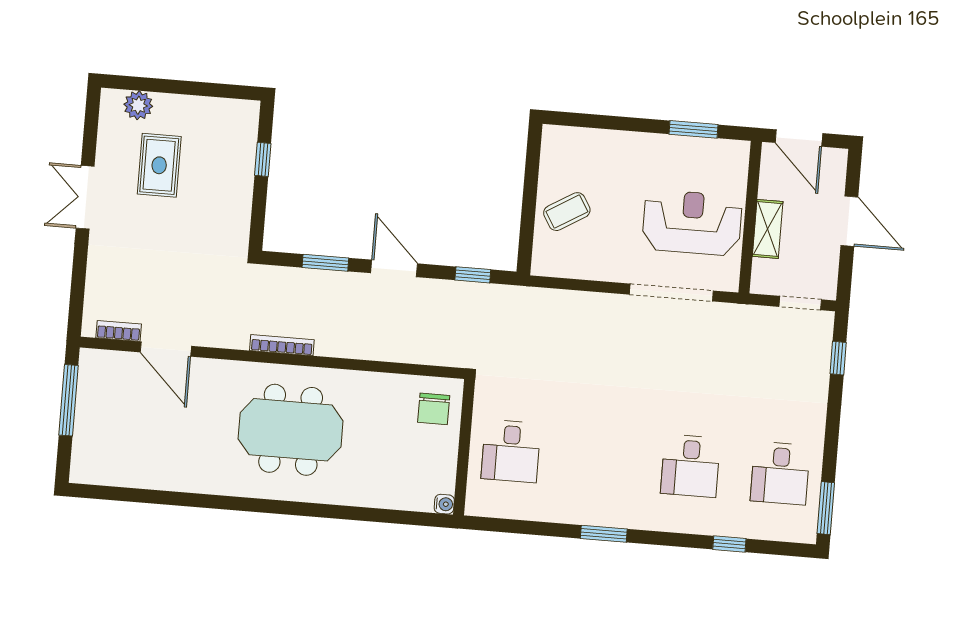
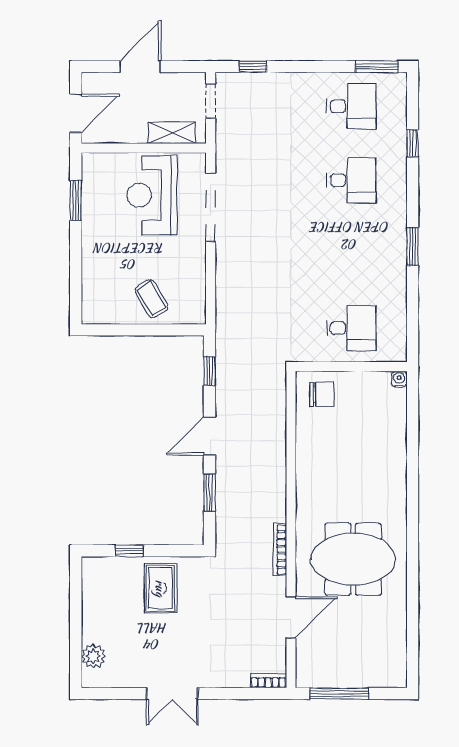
rug: (159, 165) -> (160, 588), moved, turned 90
shelving: (768, 229) -> (172, 133), moved
bookcase: (119, 331) -> (268, 681), moved, turned 90
bookcase: (282, 345) -> (280, 550), moved
meeting table: (291, 430) -> (353, 559), moved, turned 90

